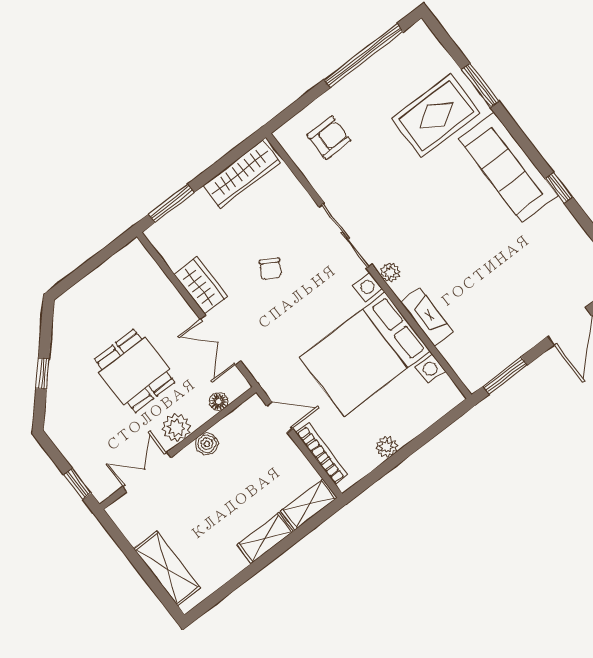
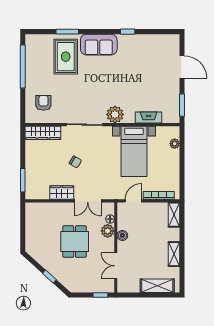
sofa: (508, 167) -> (99, 45), width x0.73
wardrobe: (242, 174) -> (43, 133), moved, turned 90
plant: (390, 273) -> (115, 114), width x1.88, depth x1.88
fireplace: (427, 317) -> (149, 117), moved
bed with nightstands: (364, 354) -> (134, 151), width x0.73
dining table: (135, 371) -> (75, 241), turned 90
plant: (176, 428) -> (108, 231), moved
plant: (387, 447) -> (175, 144), moved
shelving: (265, 538) -> (174, 254), moved

